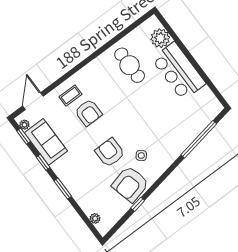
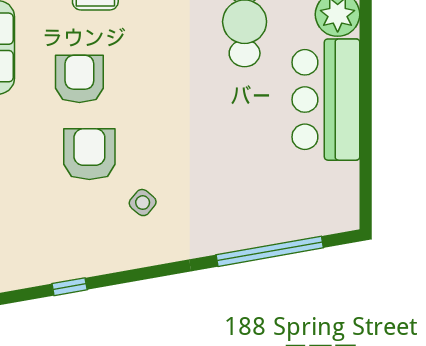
armchair: (88, 113) -> (79, 79), moved, turned 180
armchair: (130, 184) -> (84, 240), removed

